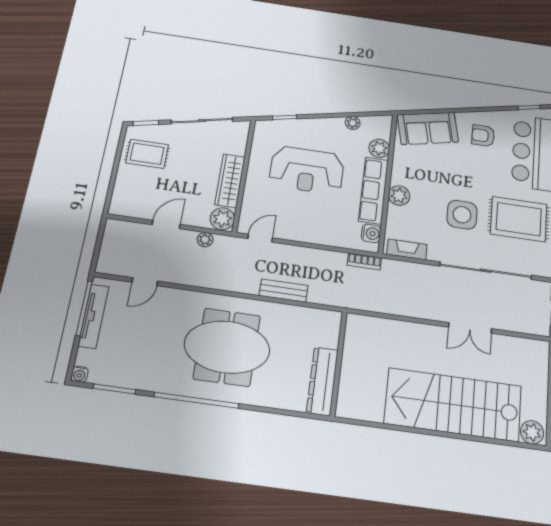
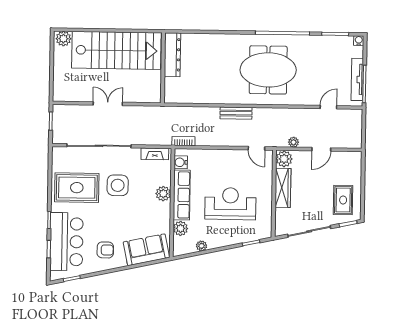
rug: (147, 154) -> (343, 200), turned 90
door: (260, 238) -> (256, 148), hinge flipped
wall: (339, 363) -> (163, 68), moved
dresser: (322, 381) -> (172, 55), moved

